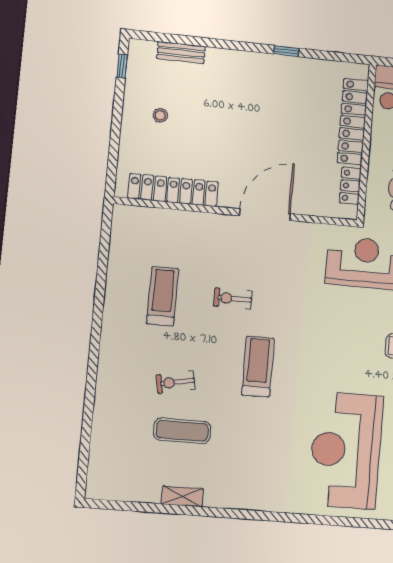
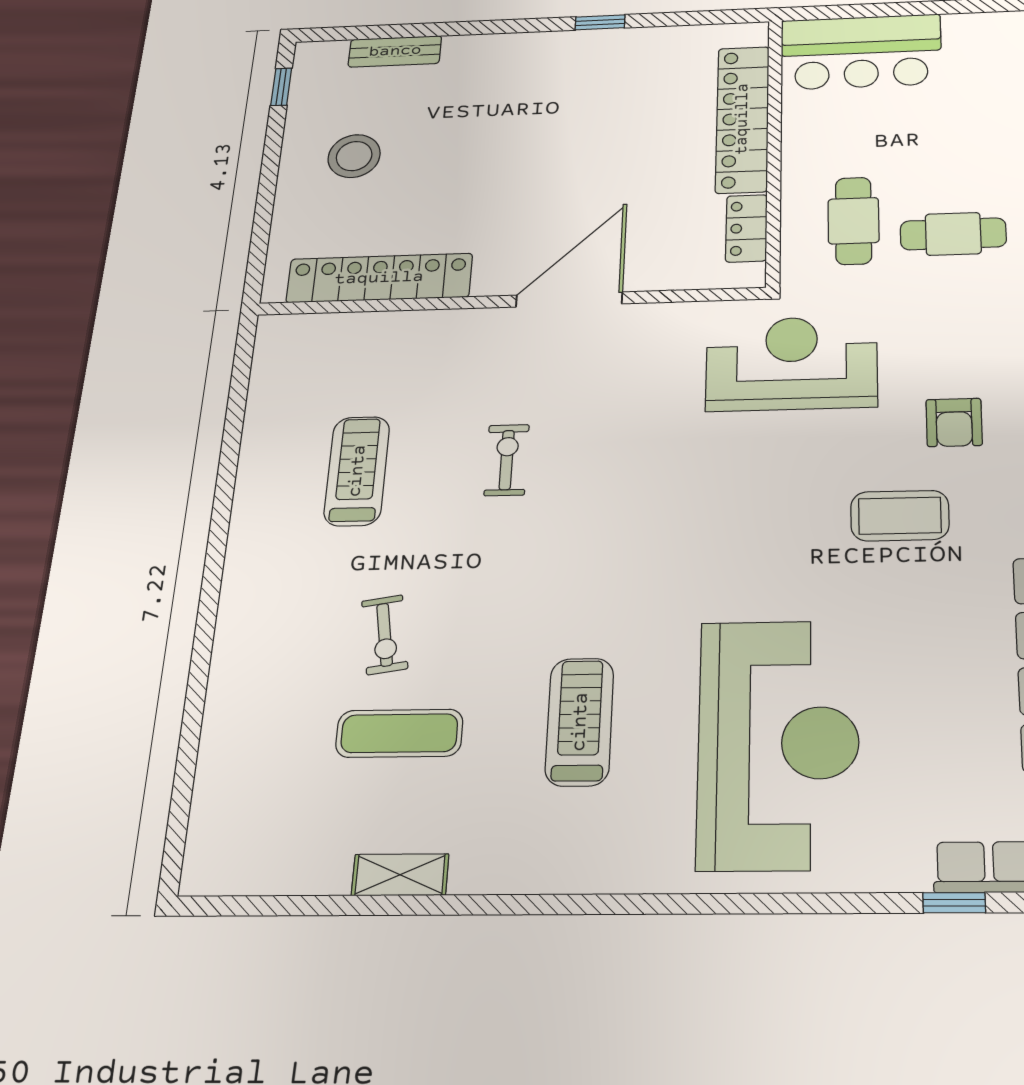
stool: (160, 115) -> (354, 156), width x1.89, depth x1.89
exercise bike: (233, 299) -> (507, 460), turned 90
treadmill: (258, 366) -> (580, 722), moved
exercise bike: (176, 382) -> (385, 635), turned -88
reception desk: (346, 450) -> (778, 743), turned 180

